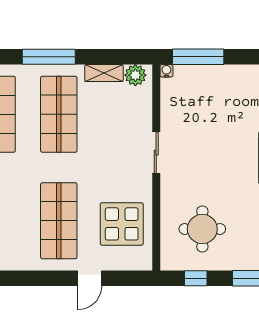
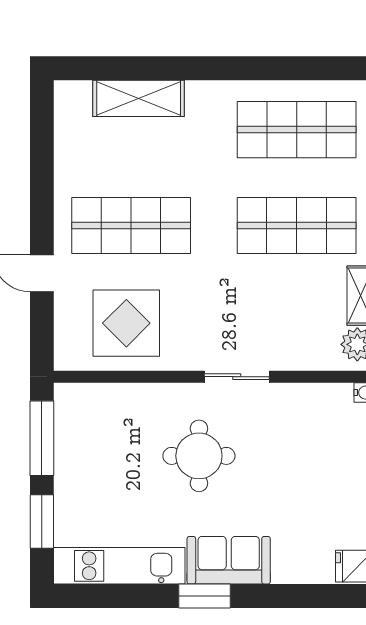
round table: (202, 229) -> (199, 456), moved
window: (196, 278) -> (42, 438), width x2.17

